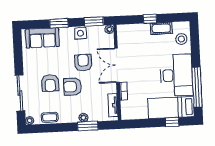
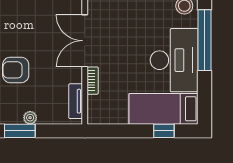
armchair: (83, 63) -> (34, 34), removed
window: (197, 87) -> (204, 40), moved
window: (88, 126) -> (20, 131), moved

